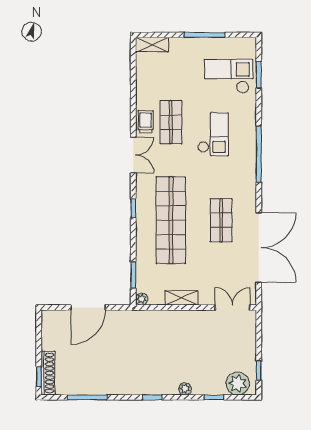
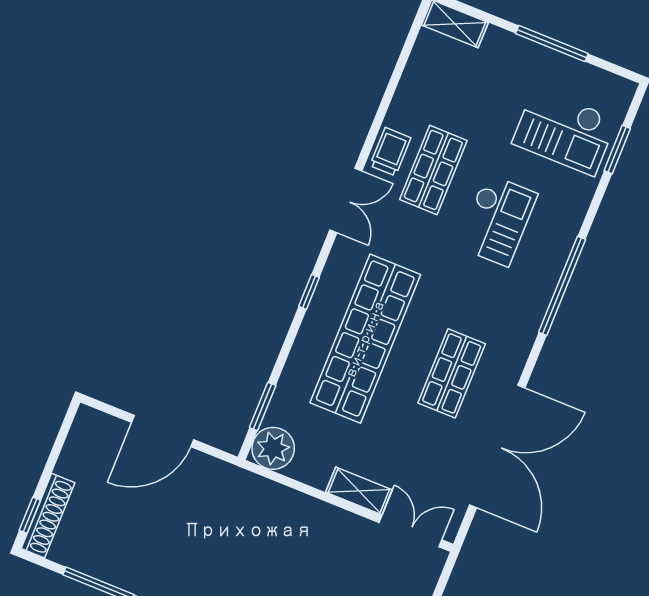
checkout: (229, 76) -> (565, 131), turned 180
shelving: (182, 298) -> (359, 491), moved
plant: (142, 299) -> (273, 448), width x1.88, depth x1.88

